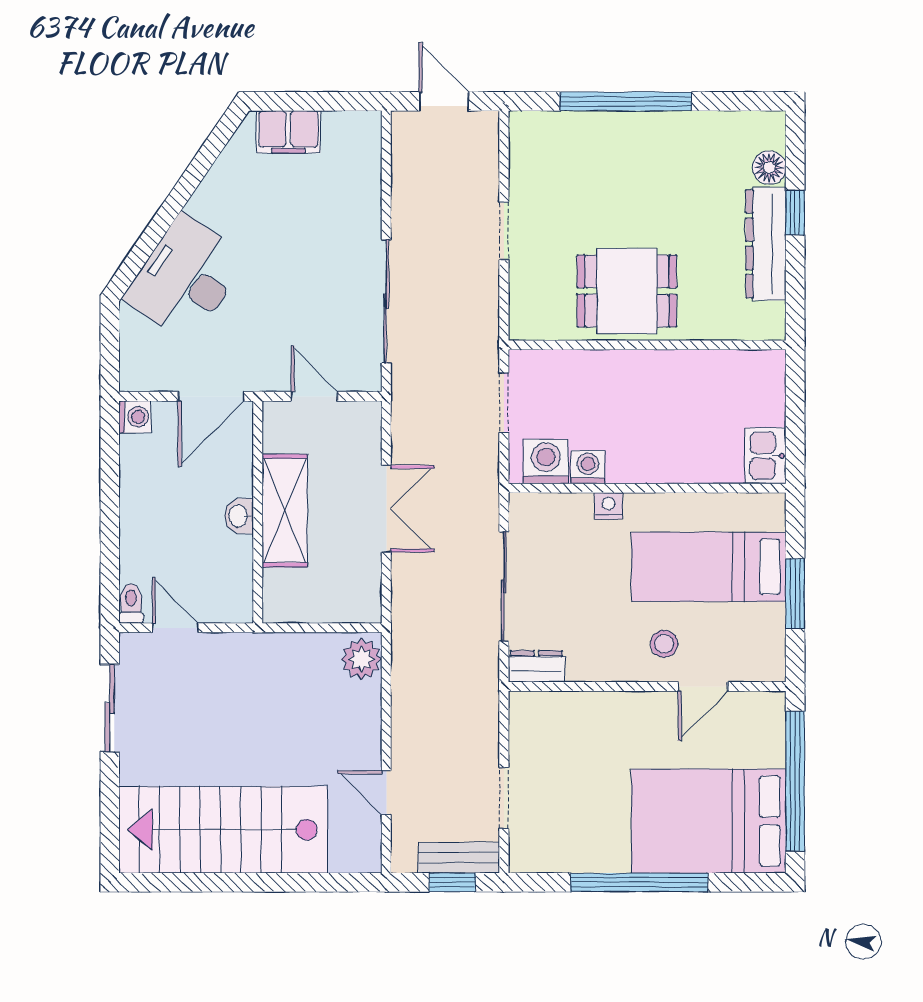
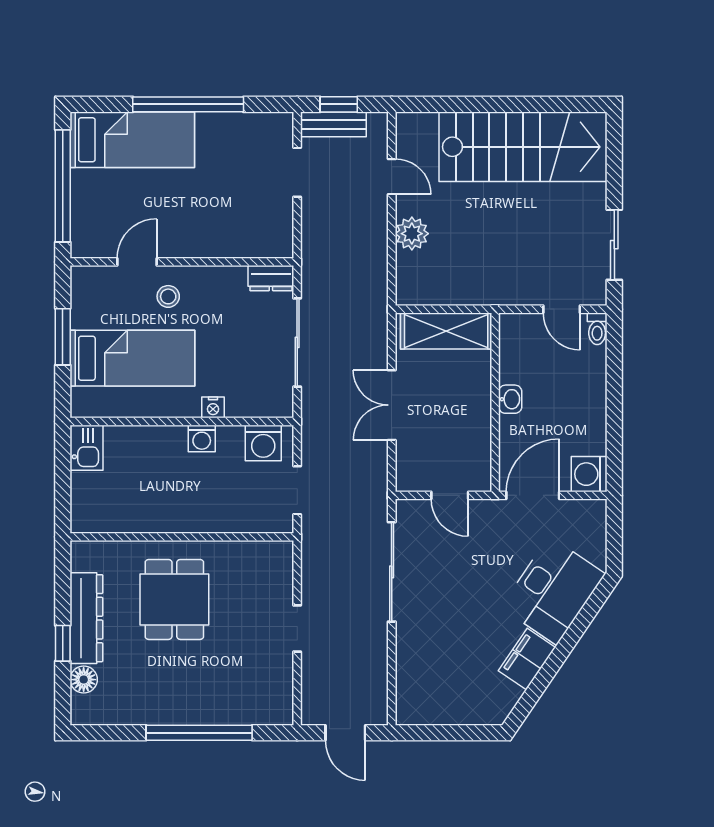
filing cabinet: (288, 132) -> (527, 659), moved, turned -56
dining table: (627, 291) -> (174, 599), moved, turned 90
washing machine: (135, 417) -> (589, 474), width x1.38, depth x1.38
washing machine: (588, 467) -> (202, 439), moved
shelving: (285, 511) -> (446, 331), moved, turned 90
plant: (361, 659) -> (412, 234), moved
bed: (709, 821) -> (132, 140), width x0.67

